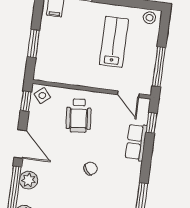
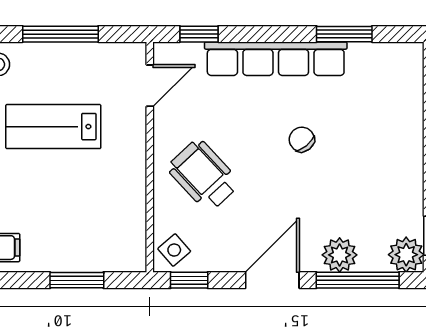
window: (159, 67) -> (60, 34), moved
wheelchair: (79, 116) -> (204, 175), turned -128
row of seats: (136, 142) -> (276, 59), width x2.02

